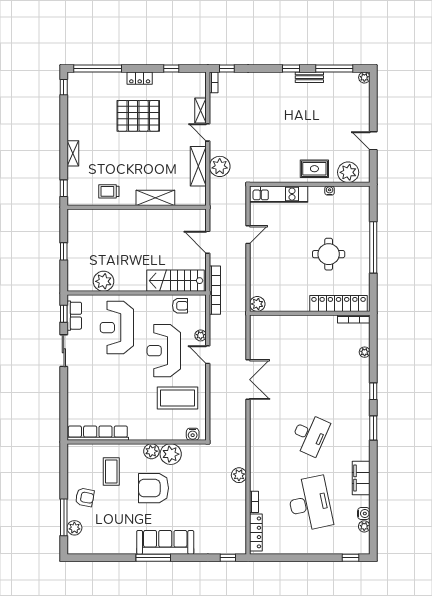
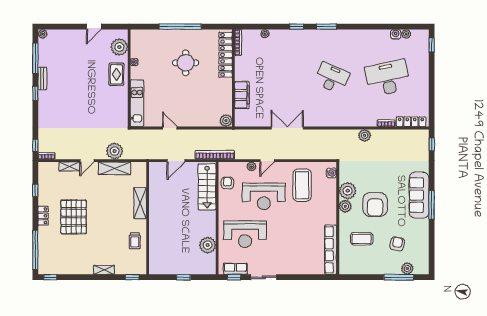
filing cabinet: (361, 478) -> (242, 95), moved, turned -90
armchair: (85, 497) -> (397, 244), moved

